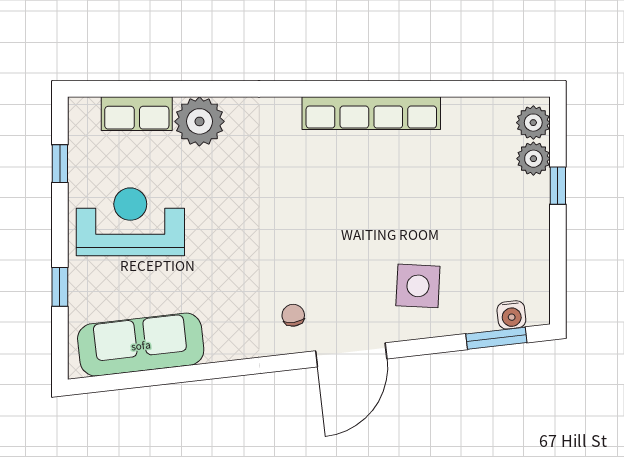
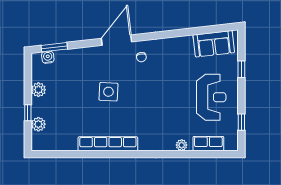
plant: (199, 121) -> (182, 145), width x0.53, depth x0.53
plant: (533, 123) -> (38, 90), moved
reception desk: (130, 222) -> (211, 97), turned -90
side table: (418, 286) -> (108, 92), moved
sofa: (141, 345) -> (214, 44), width x0.73

